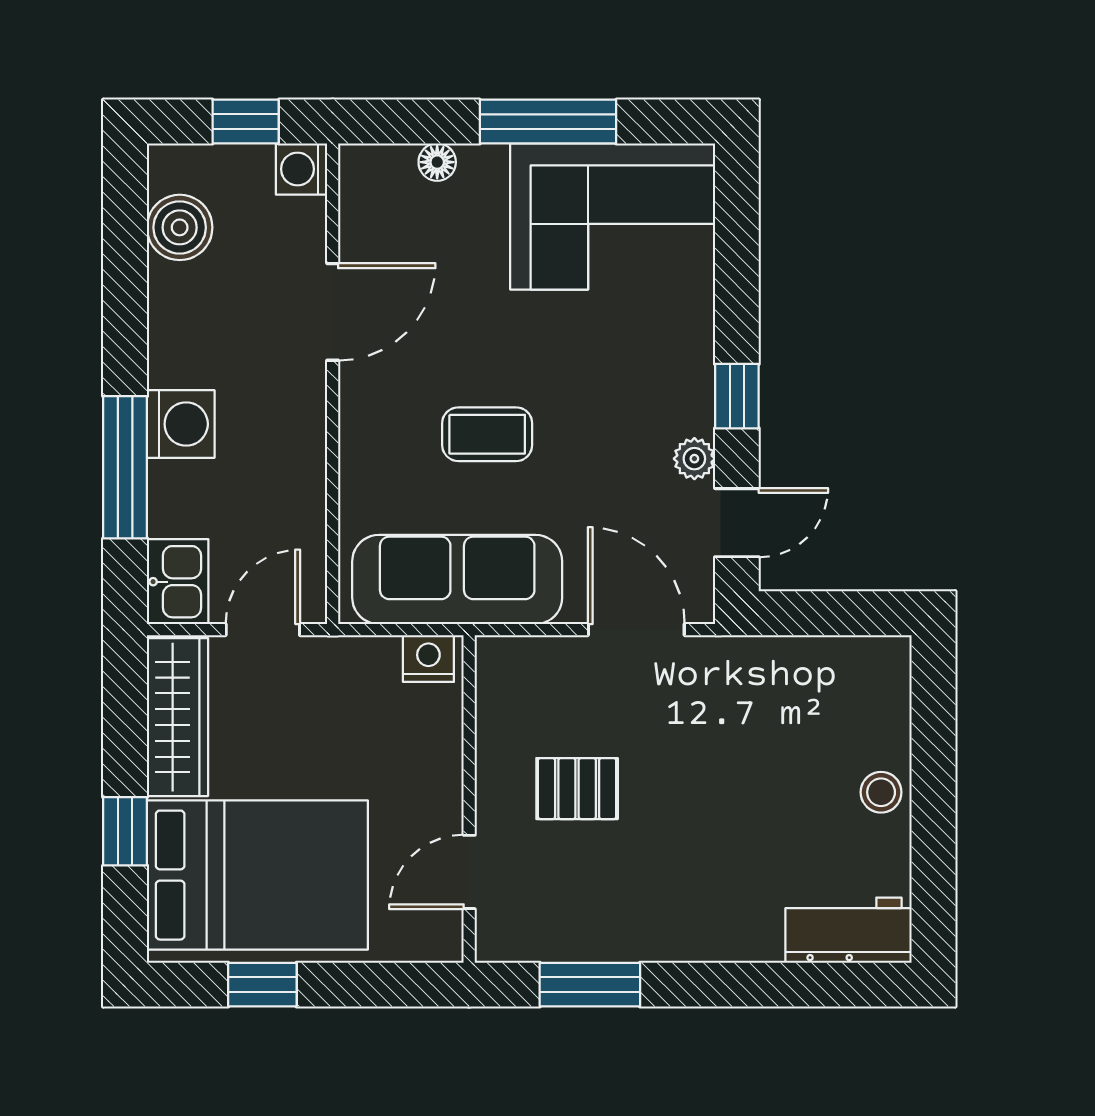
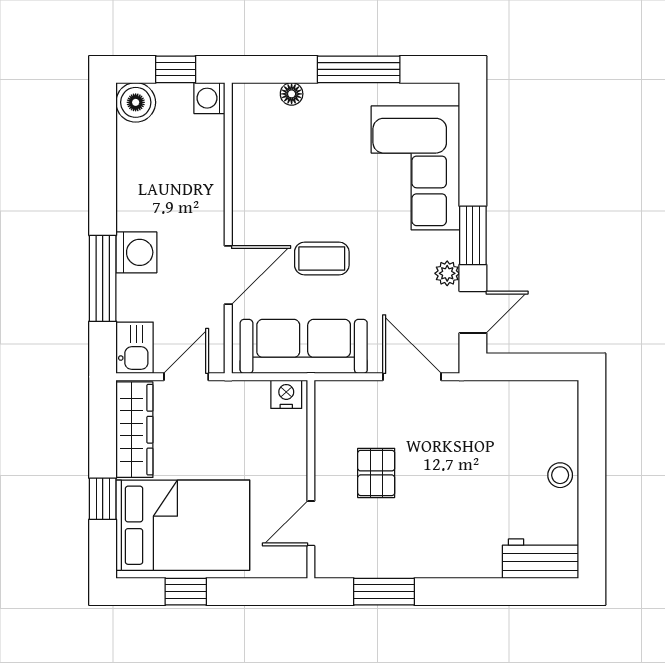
corner sofa: (613, 217) -> (415, 168), moved, turned 90
boiler: (180, 227) -> (136, 102), moved
door: (333, 312) -> (228, 275), moved
window: (737, 396) -> (473, 235), width x1.50
pallet: (577, 789) -> (376, 473), turned 90

